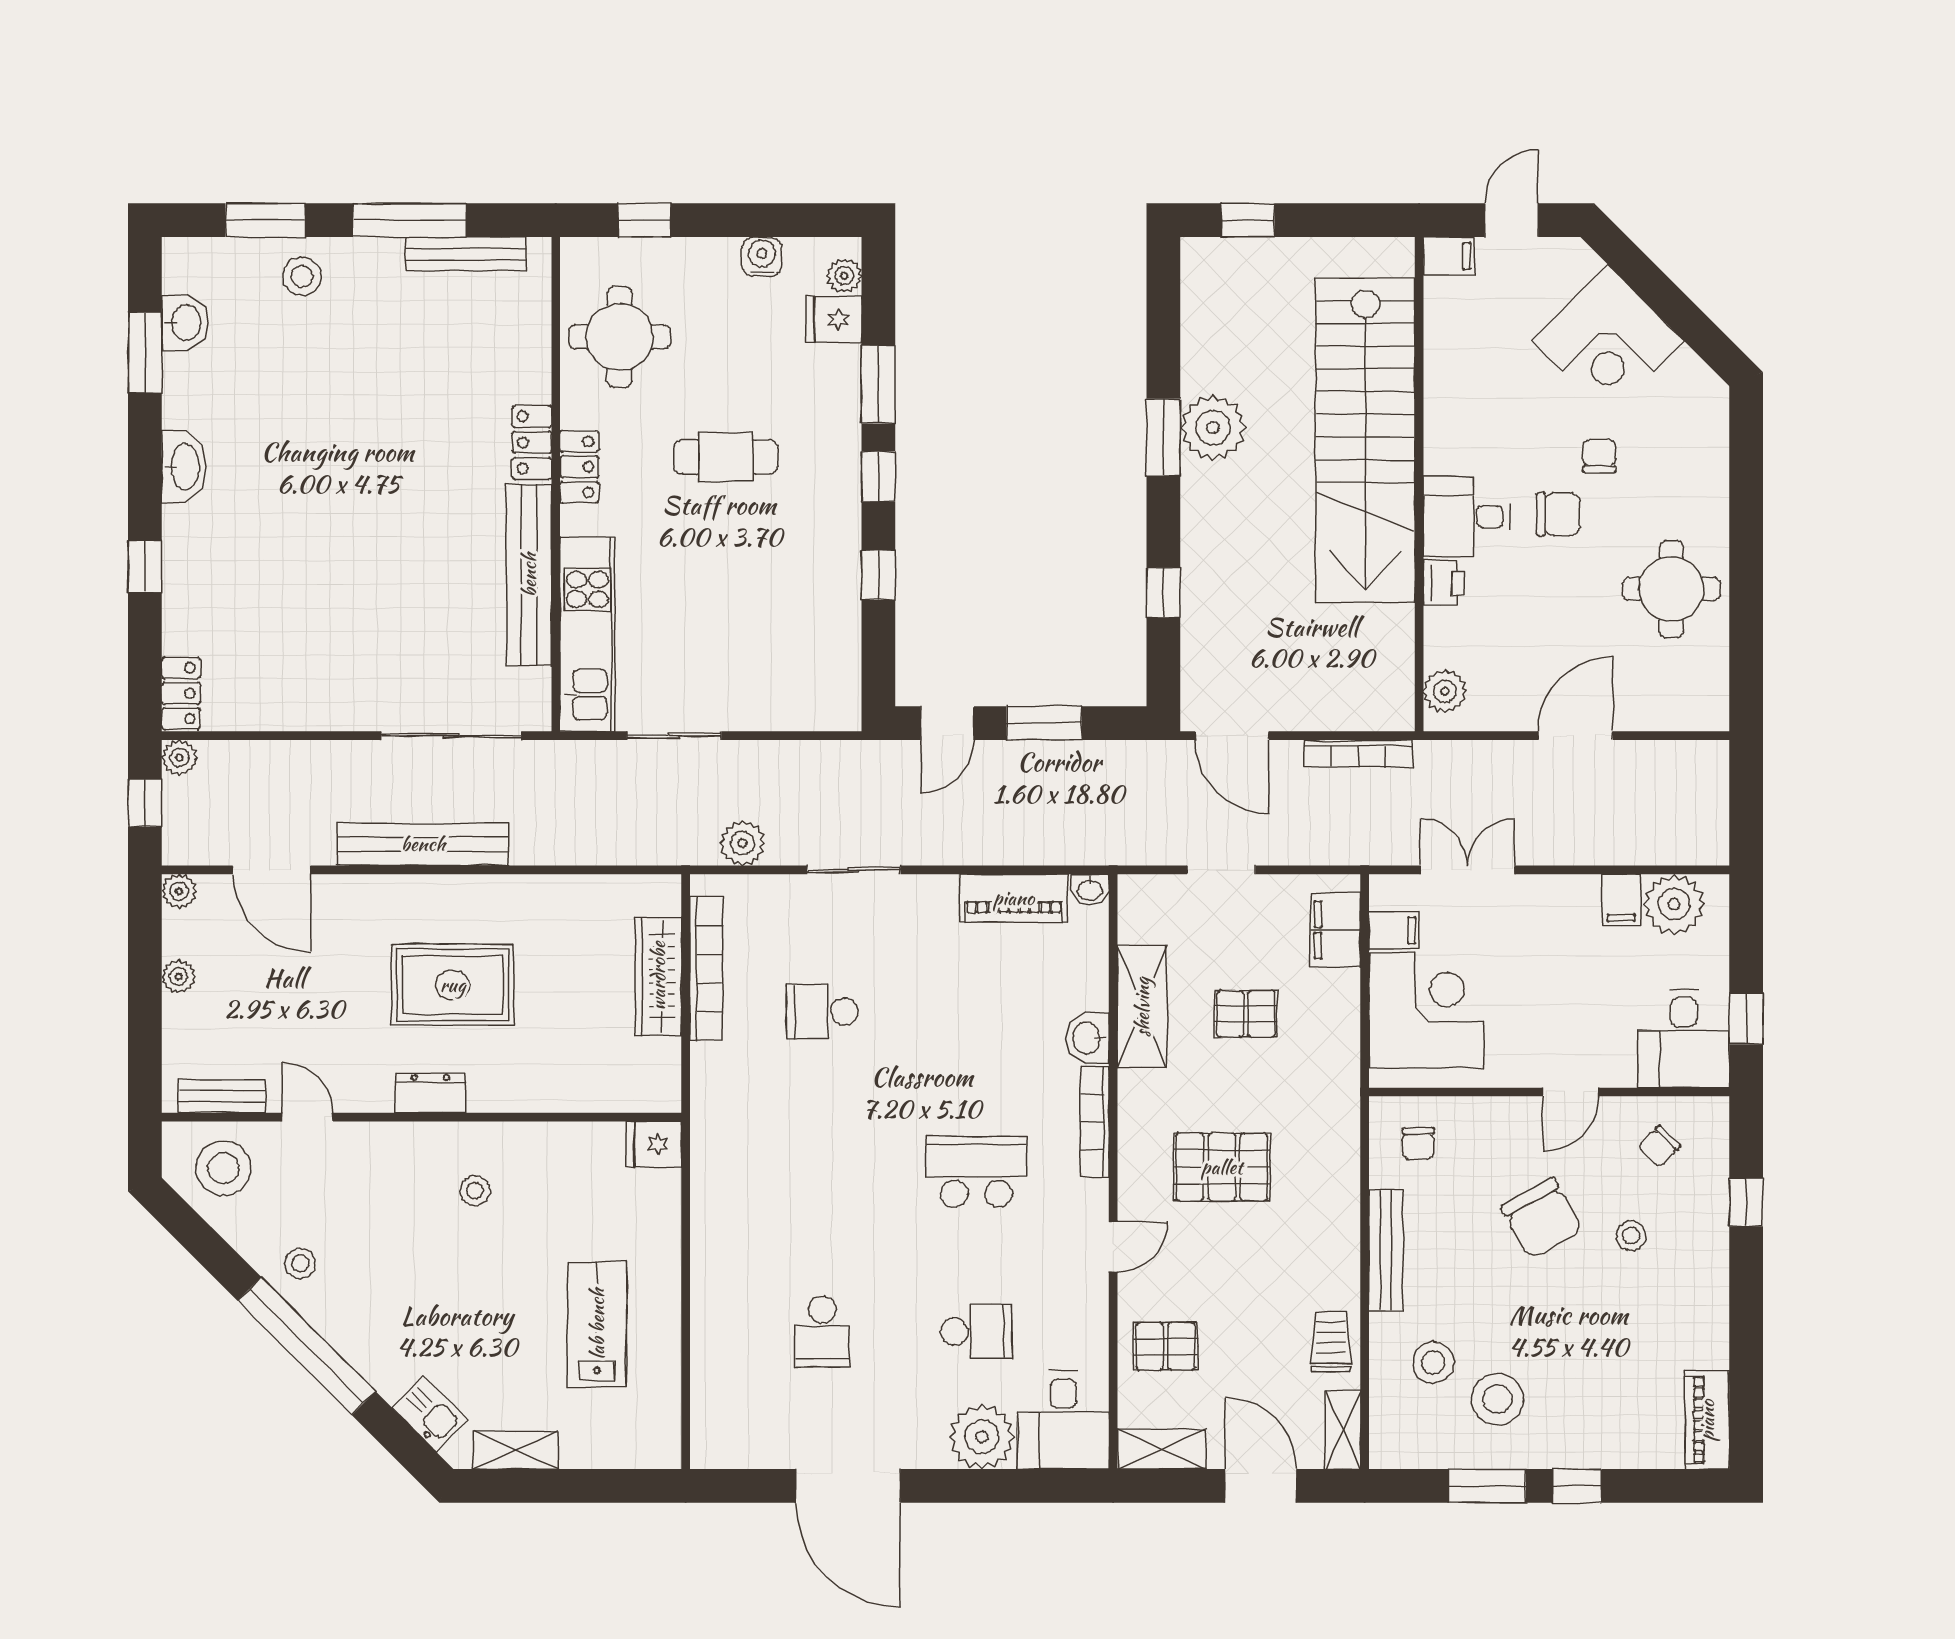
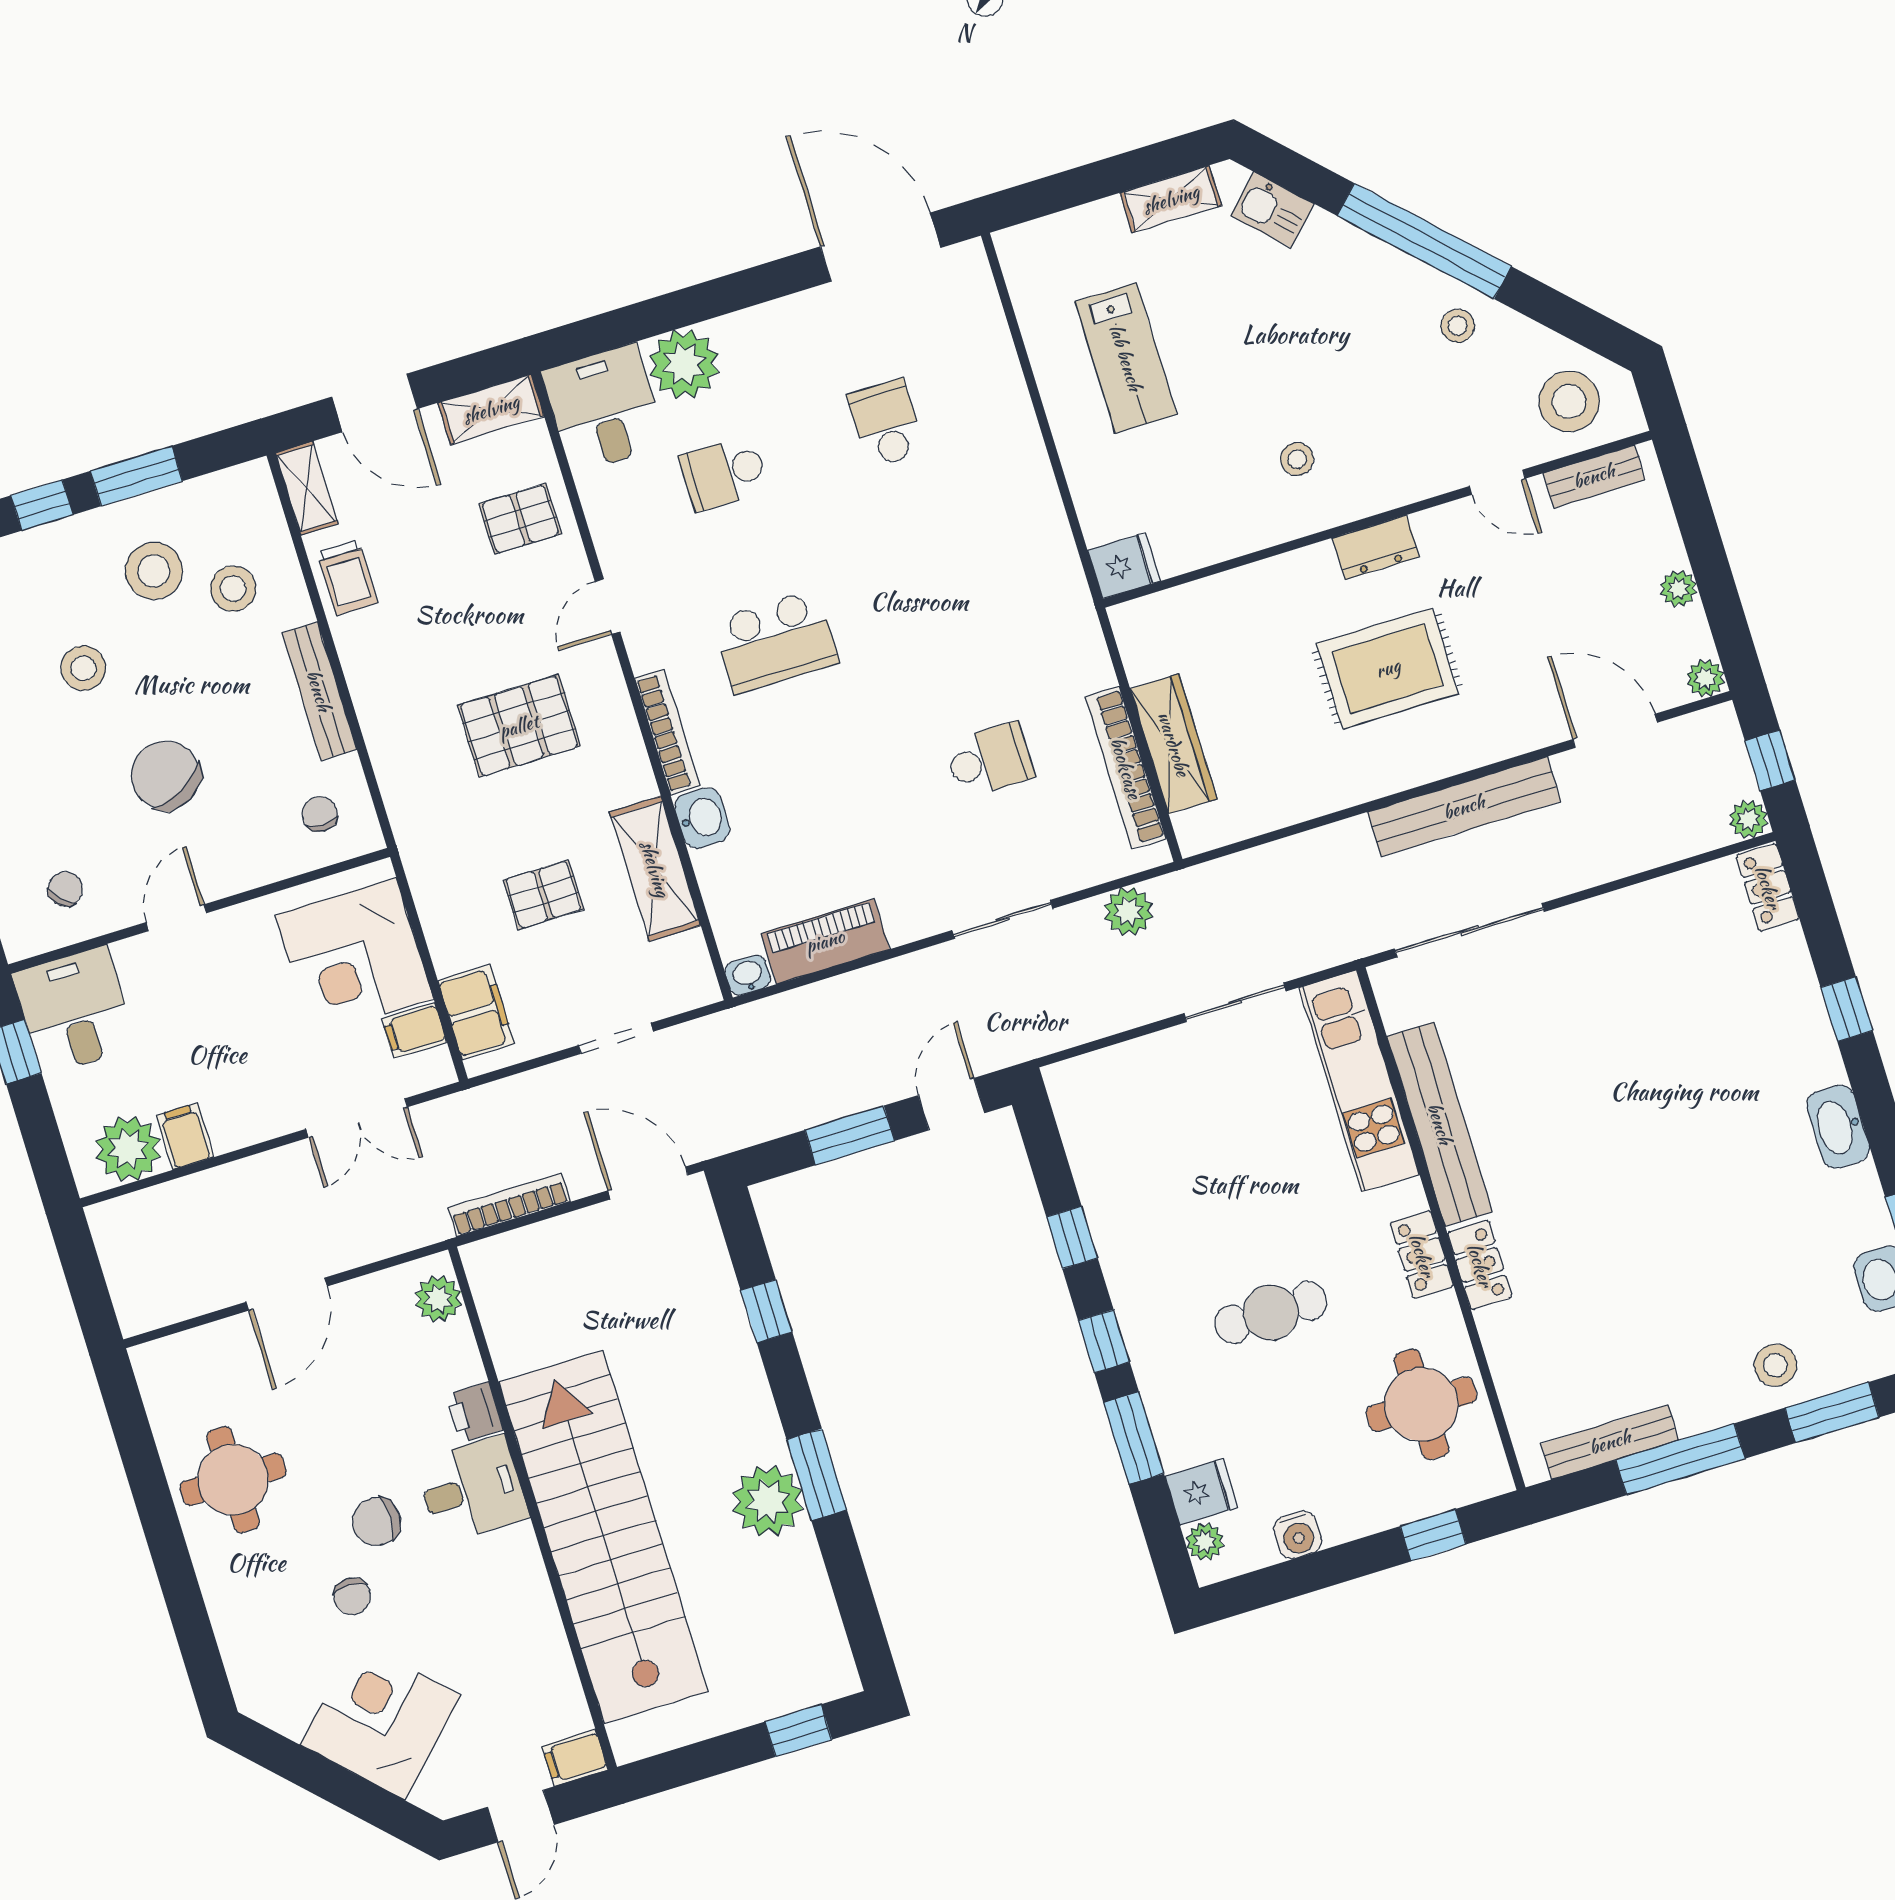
stool: (1631, 1236) -> (83, 668), moved, width x1.37, depth x1.37
door: (848, 1486) -> (881, 247), moved

